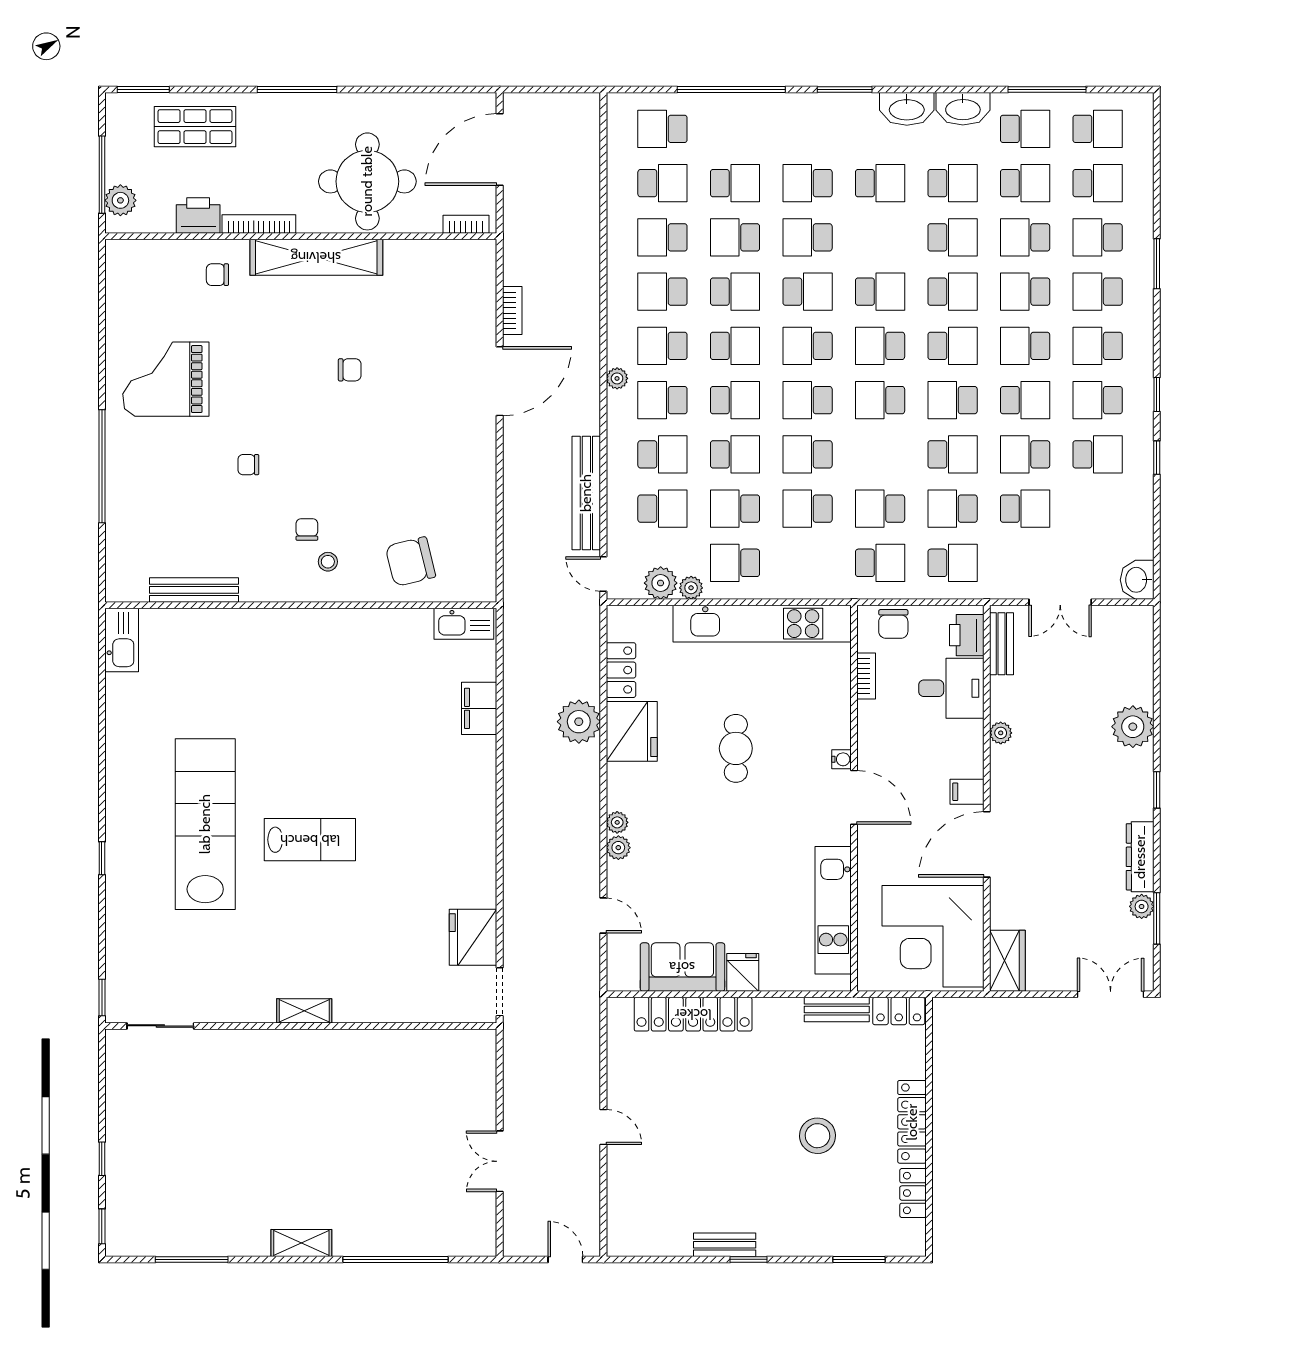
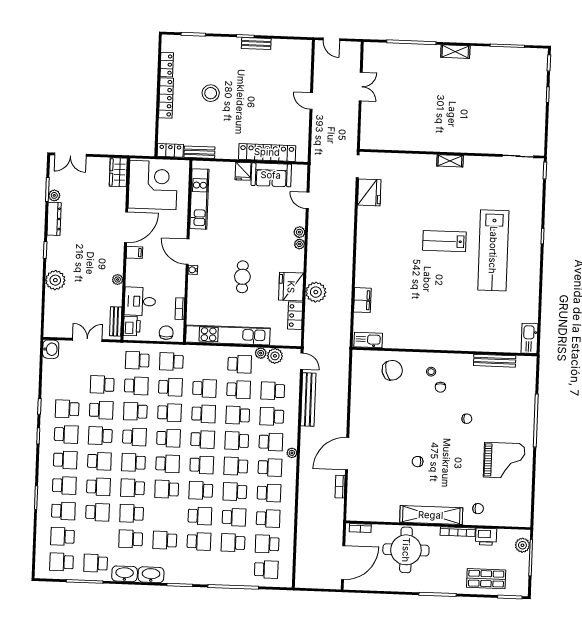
school desk: (1025, 183) -> (169, 413), moved, turned 180

